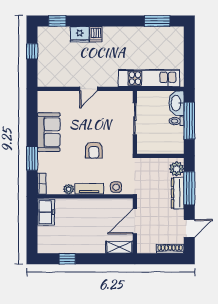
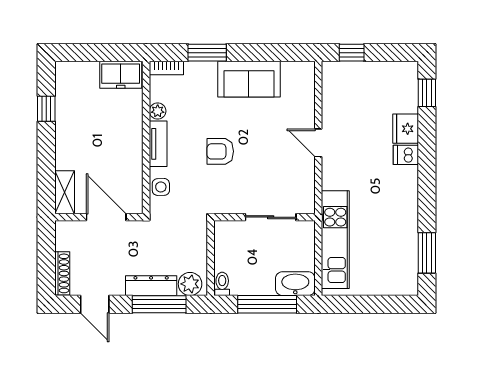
window: (32, 51) -> (352, 53), moved
toilet: (177, 121) -> (222, 284), moved

